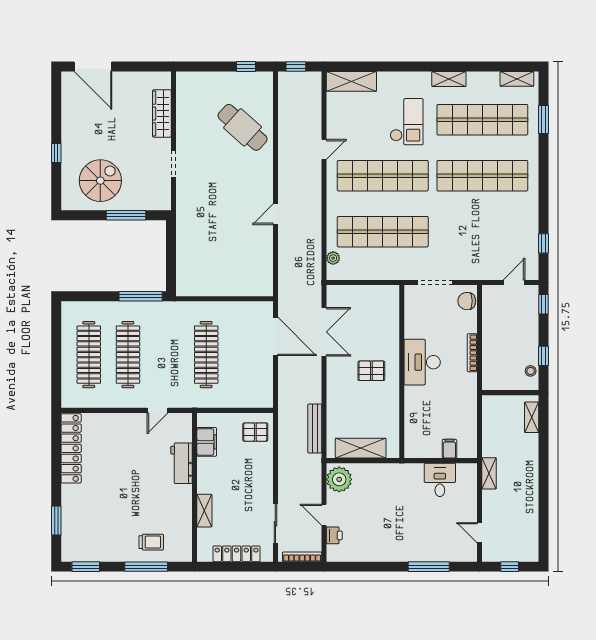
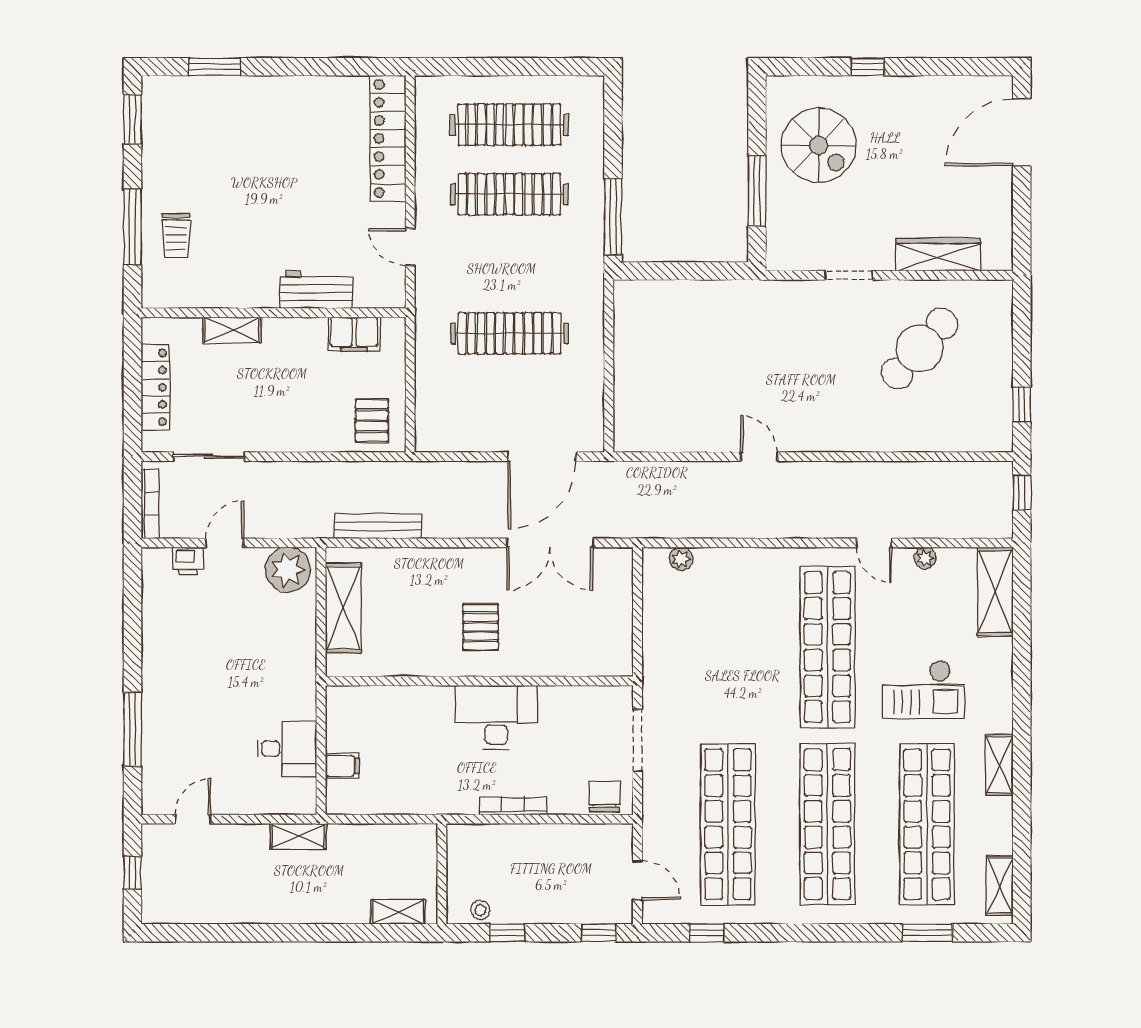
plant: (333, 121) -> (925, 558), added
cafe table: (243, 127) -> (920, 348), moved
shop shelf: (383, 232) -> (728, 824), moved
locker: (71, 448) -> (388, 138), moved, turned 90

